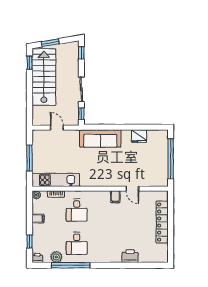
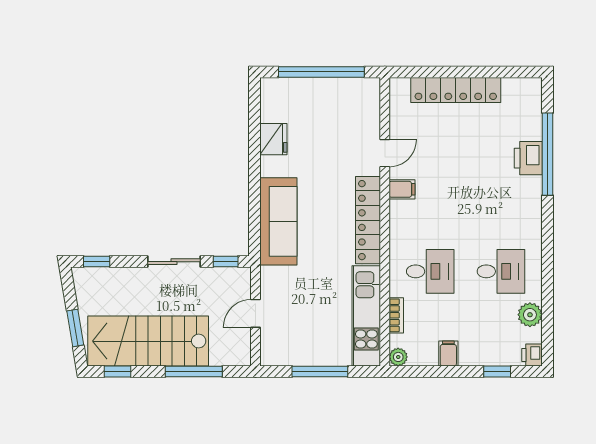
window: (30, 99) -> (194, 372), added
locker: (101, 181) -> (368, 220), added
window: (71, 265) -> (548, 154), moved

